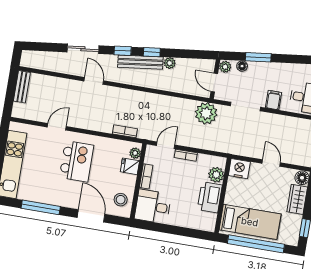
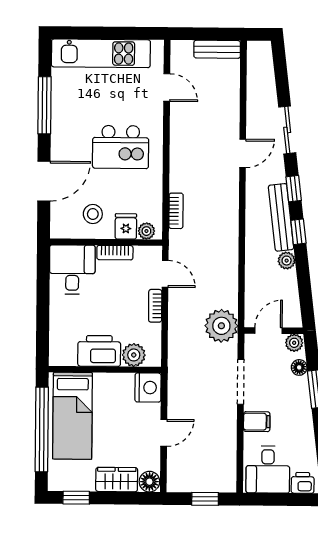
door: (57, 127) -> (167, 88), moved
stool: (121, 200) -> (93, 214), moved

